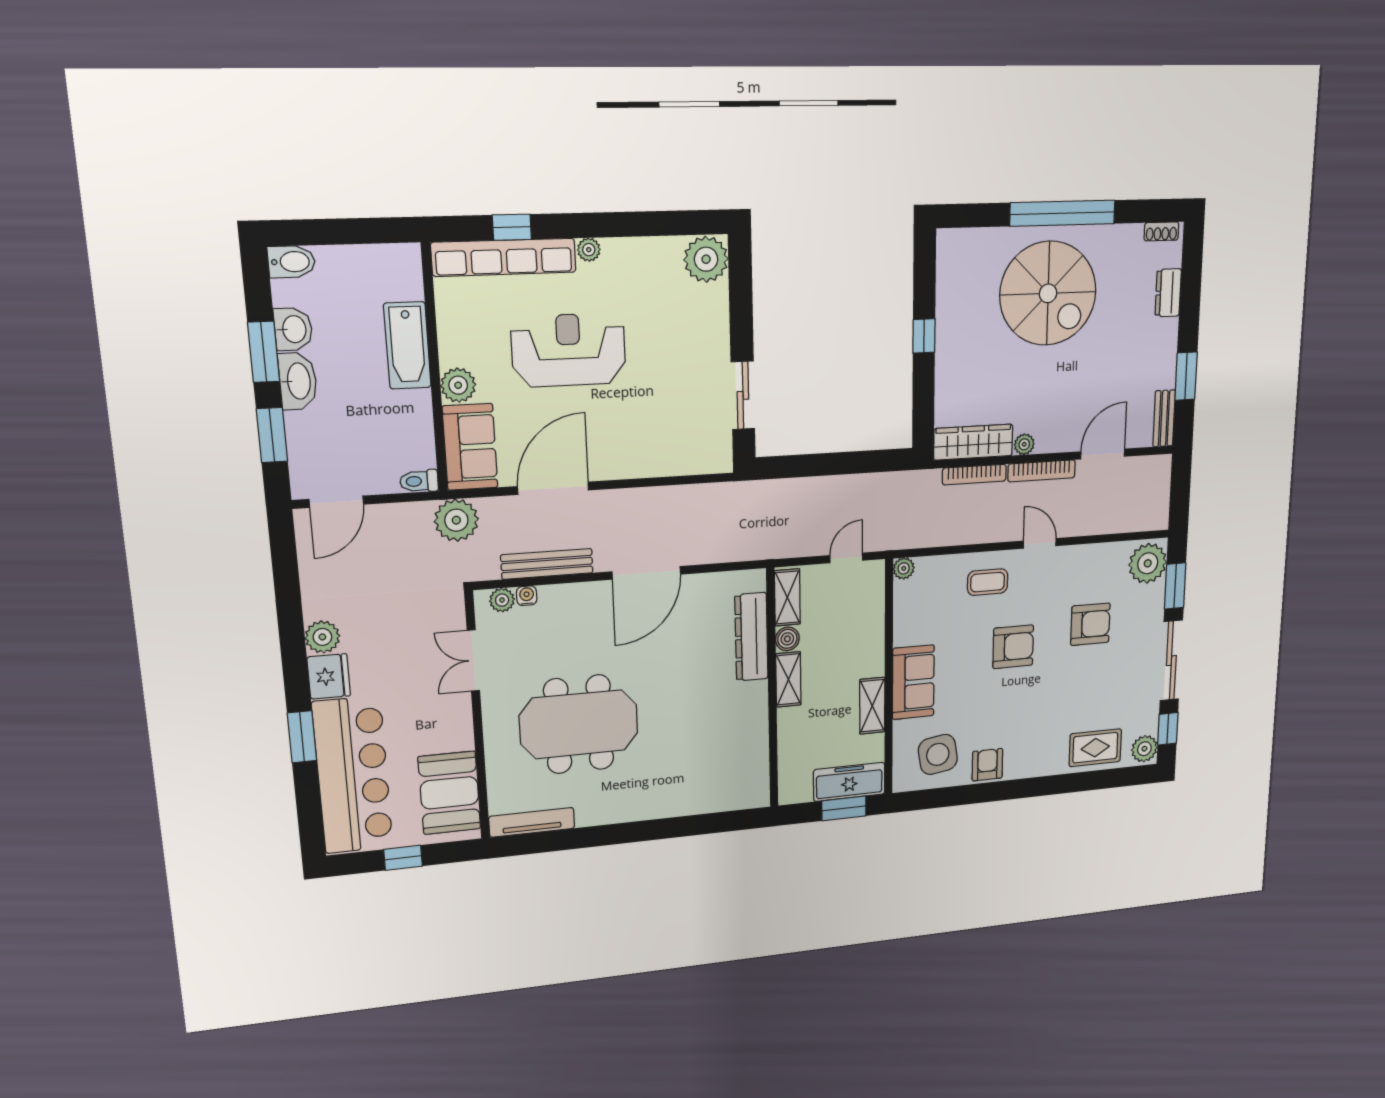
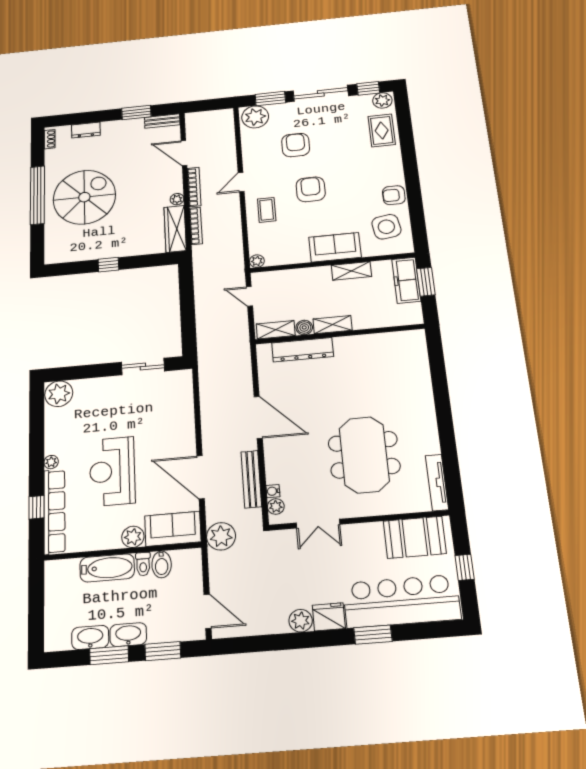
bidet: (292, 262) -> (162, 564), moved, turned 180
washbasin: (293, 329) -> (90, 637), width x1.38
toilet: (419, 481) -> (143, 564), moved

